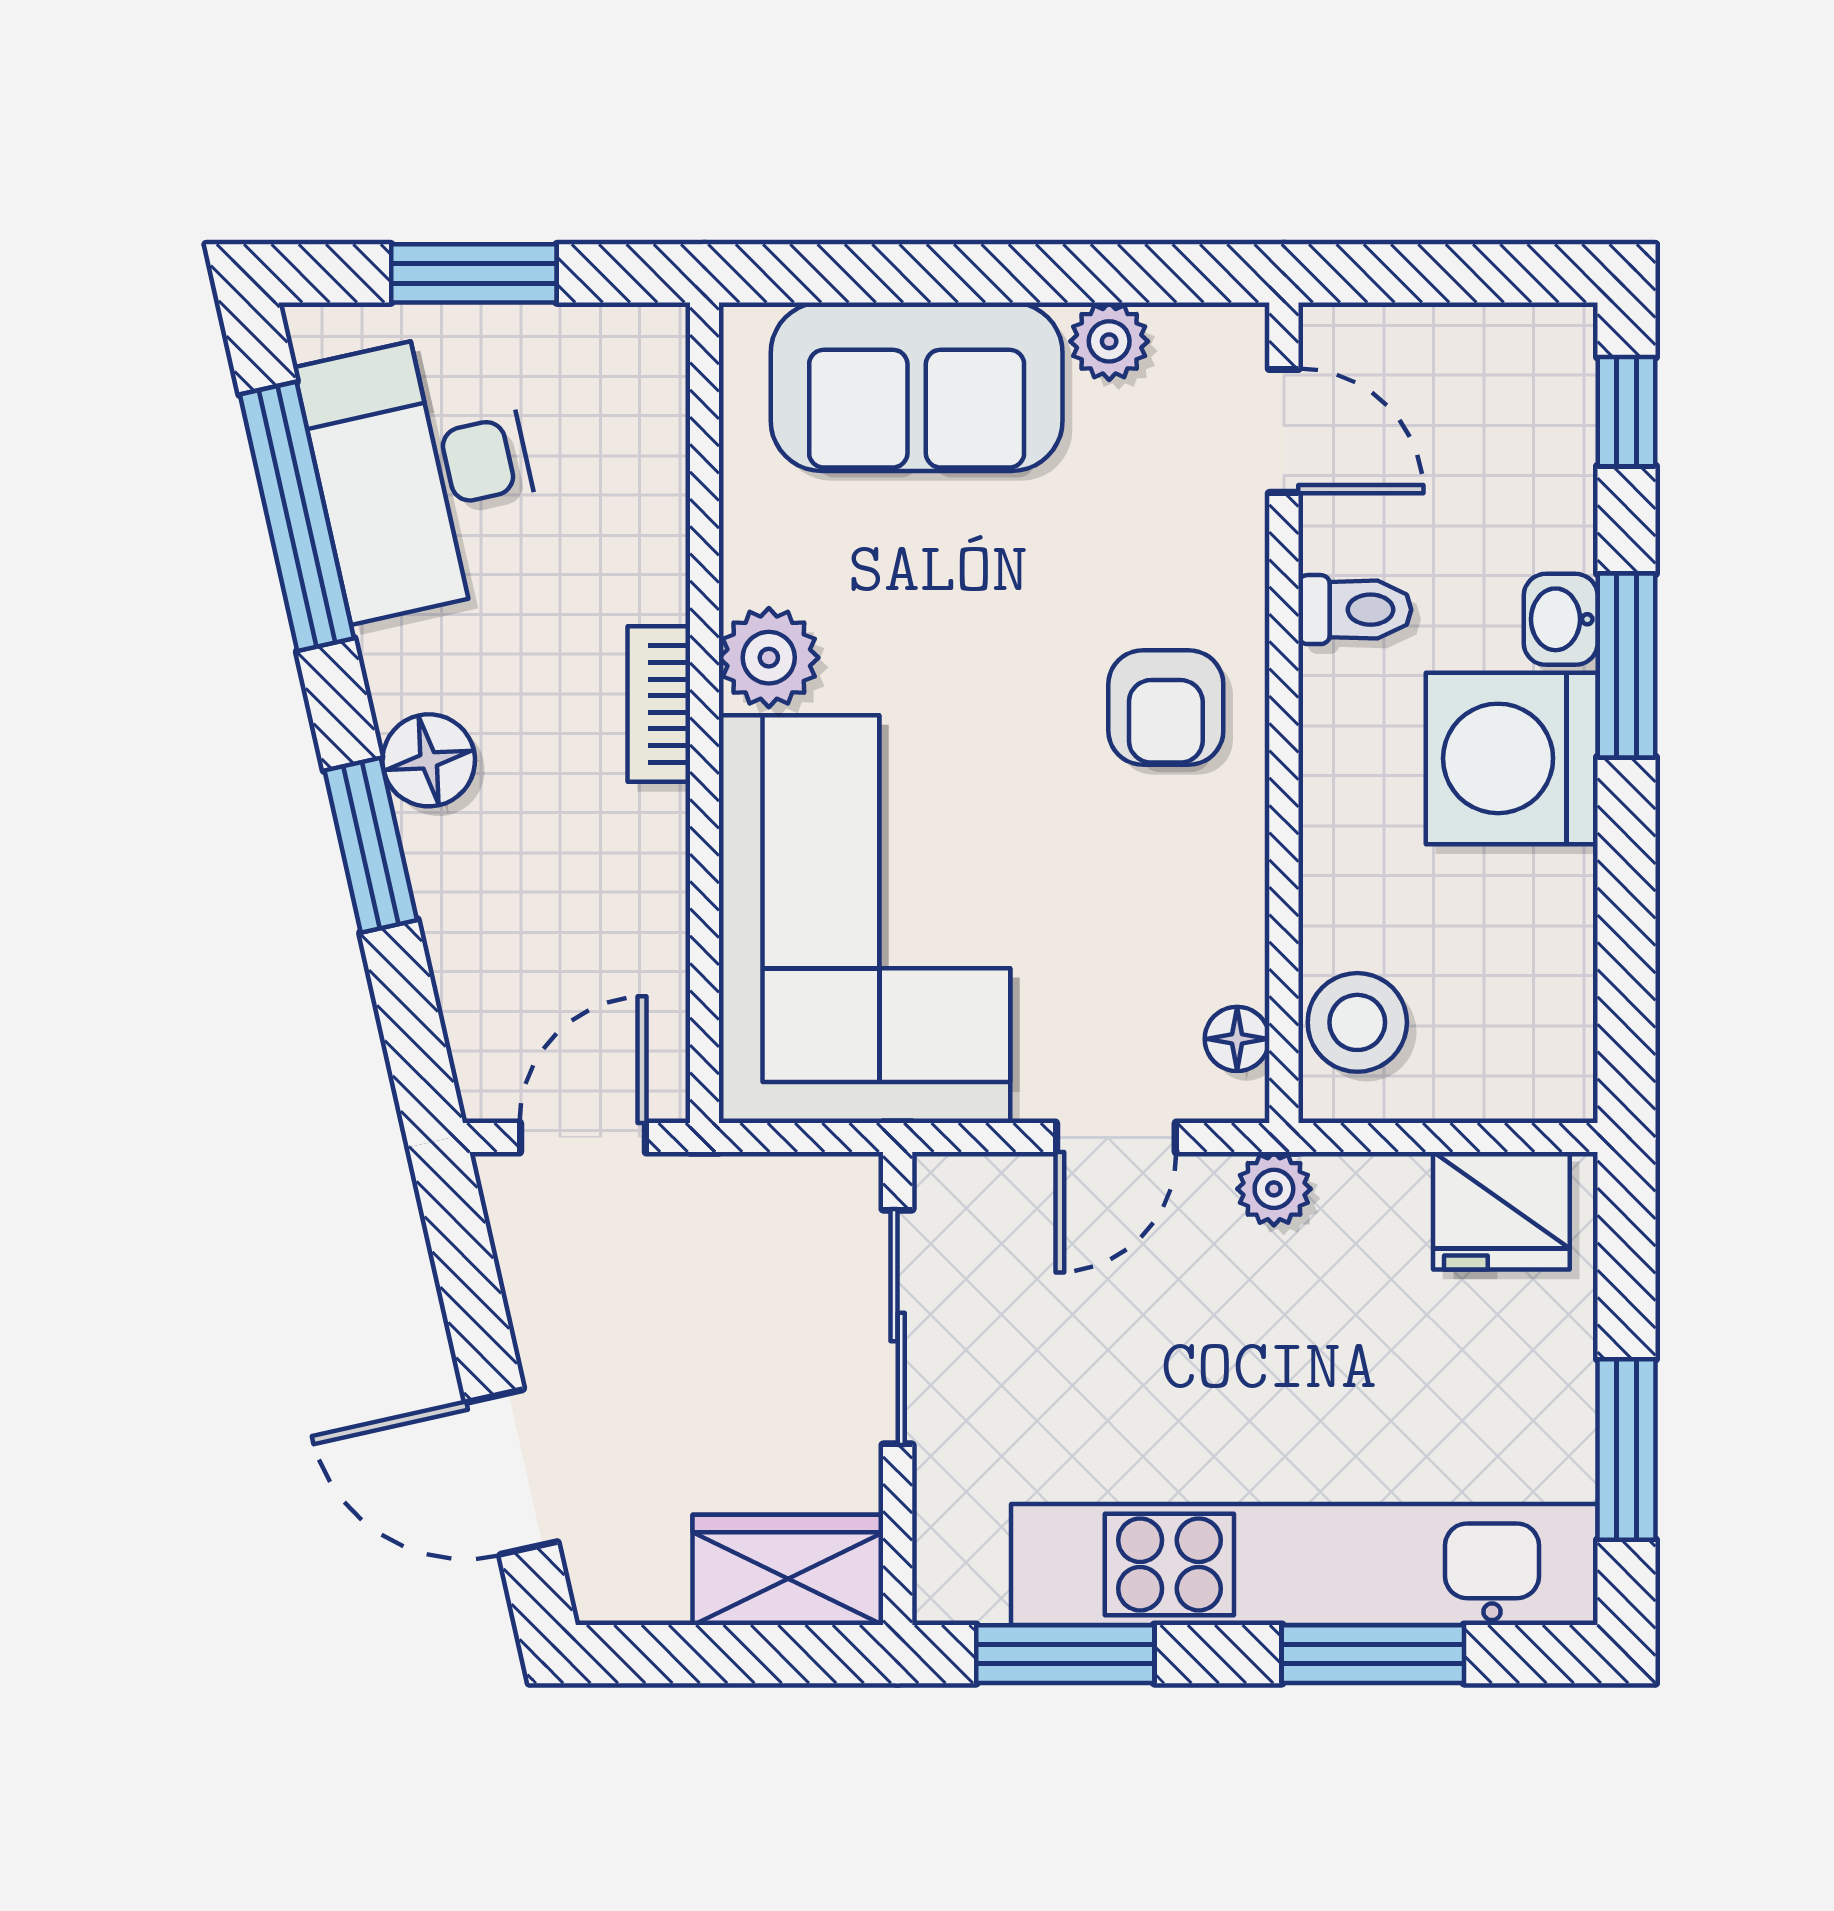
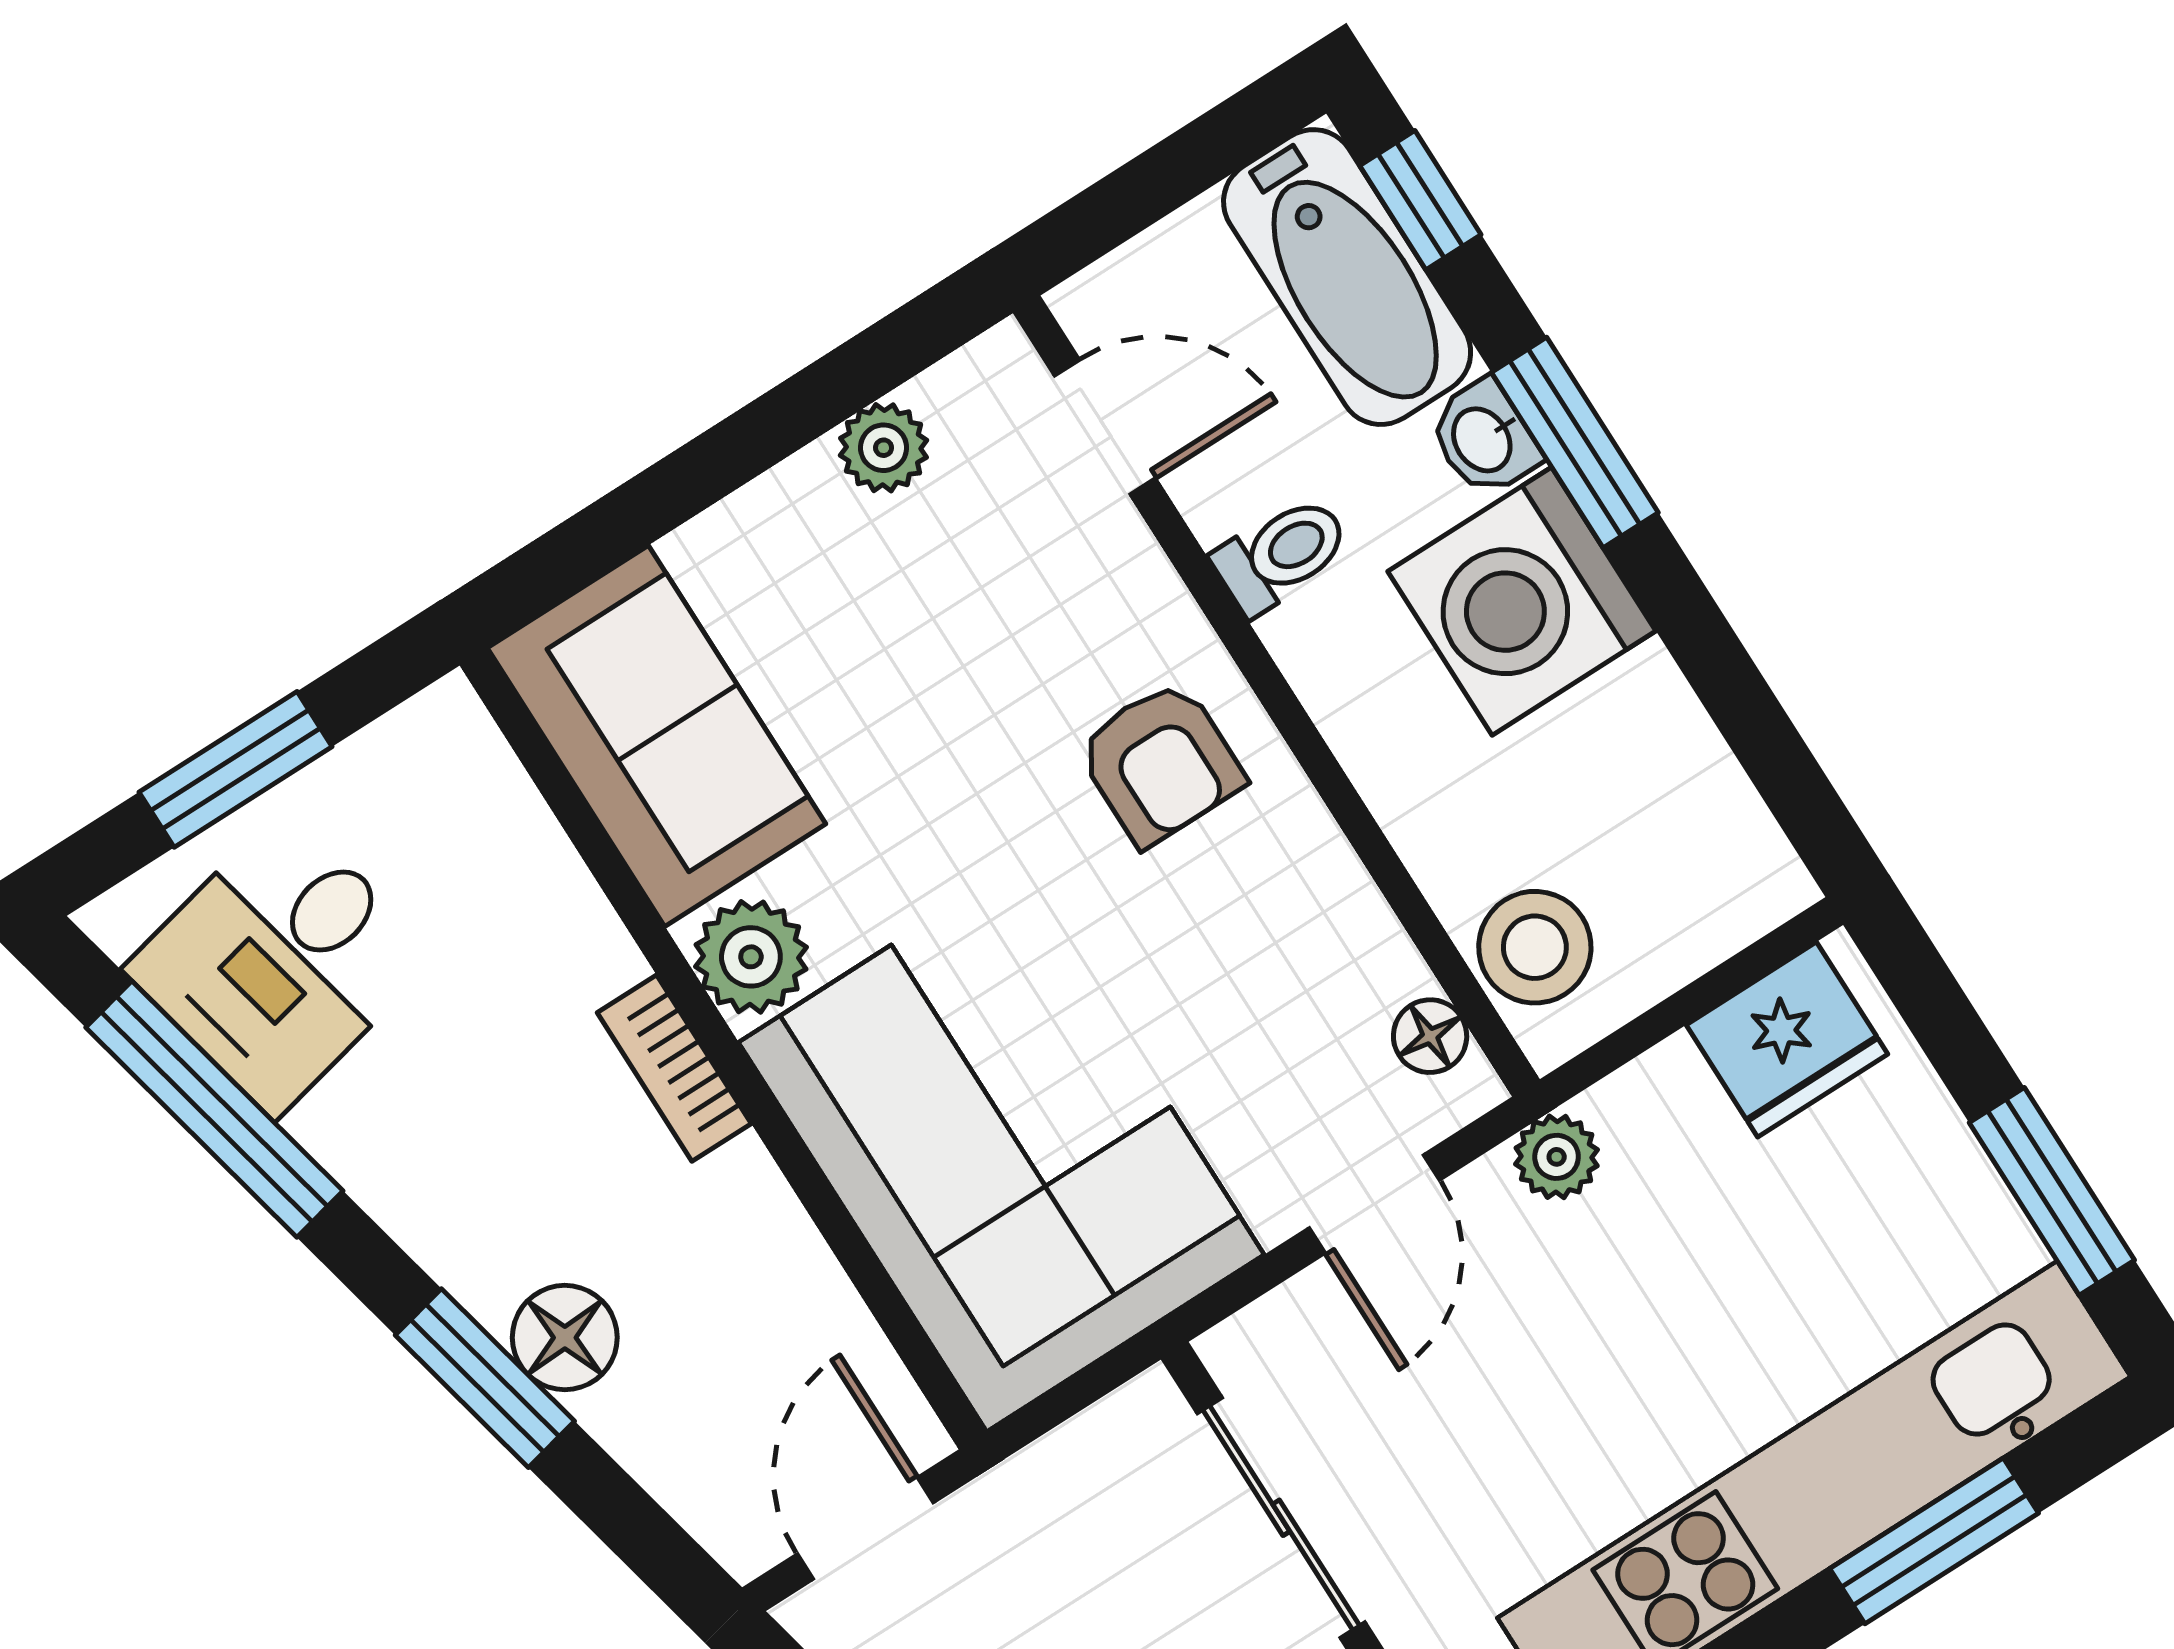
sofa: (917, 387) -> (657, 736), moved, turned -90
bathtub: (1535, 434) -> (1347, 277), added
desk: (423, 474) -> (280, 963), width x0.73
floor lamp: (429, 760) -> (565, 1338), moved

